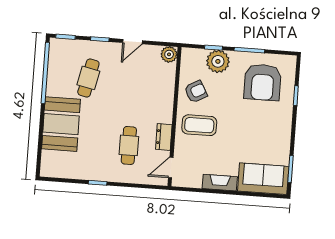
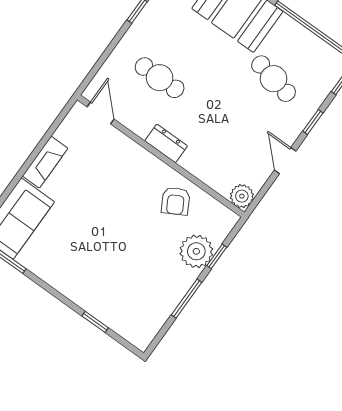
armchair: (263, 82) -> (137, 291), removed
coffee table: (199, 125) -> (131, 180), removed
dresser: (164, 137) -> (166, 143), moved

